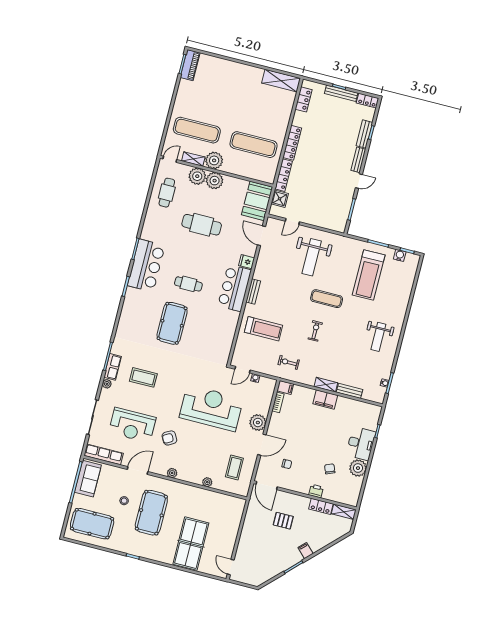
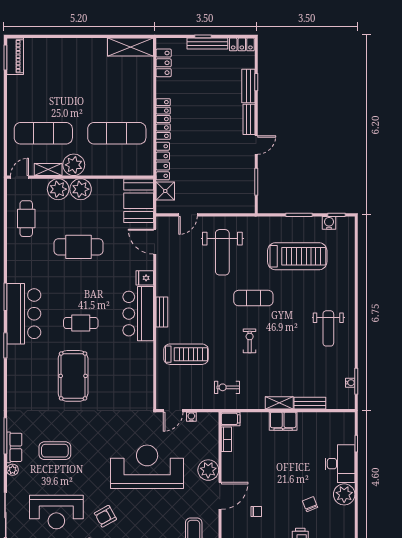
treadmill: (369, 275) -> (297, 256), turned -90

